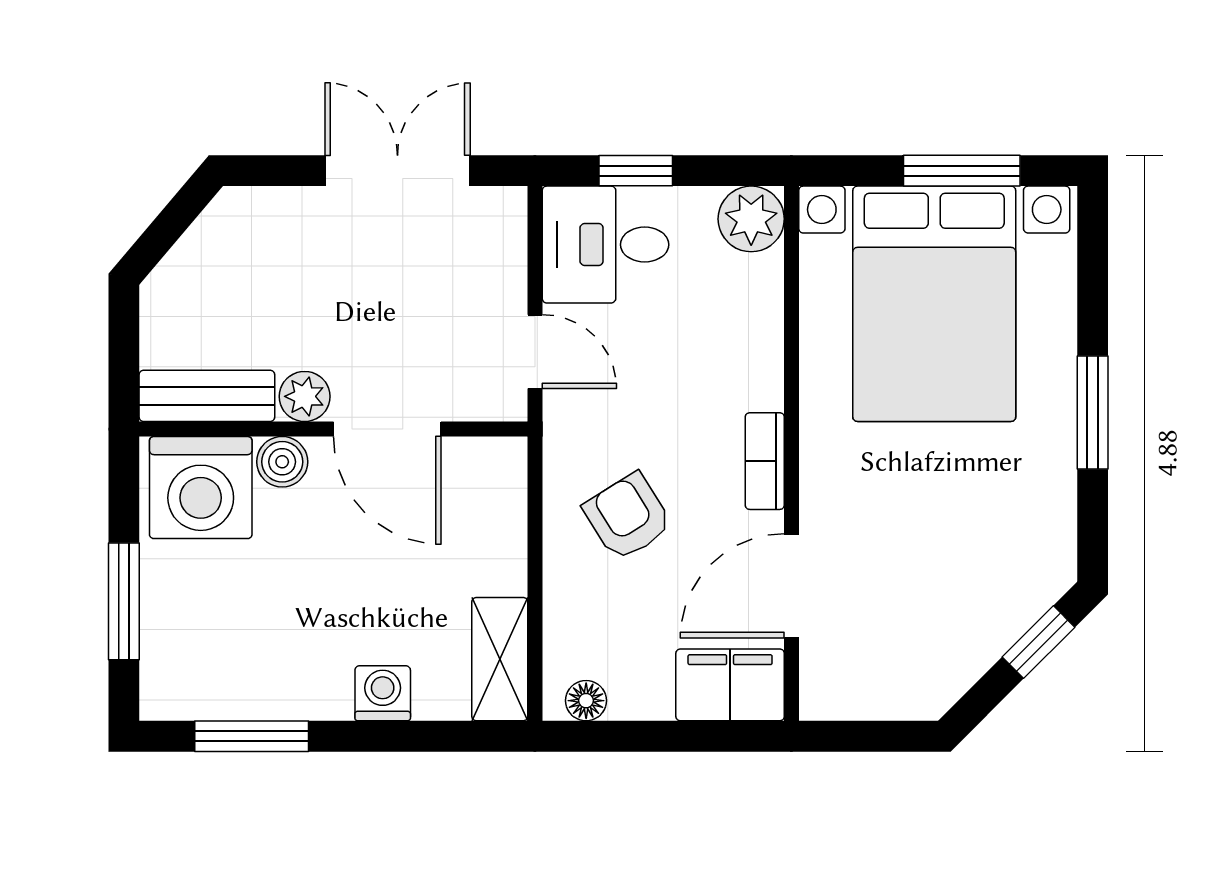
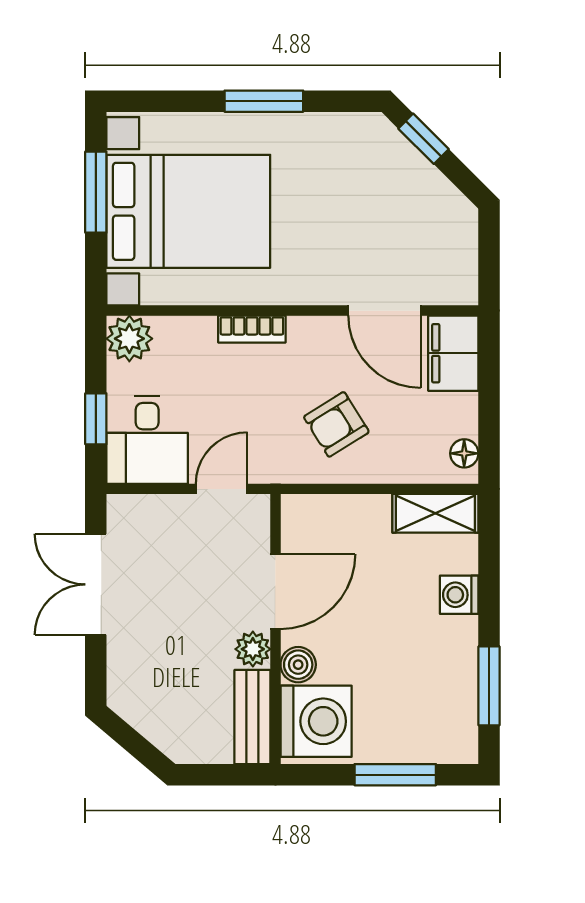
bookcase: (765, 461) -> (252, 329), moved

